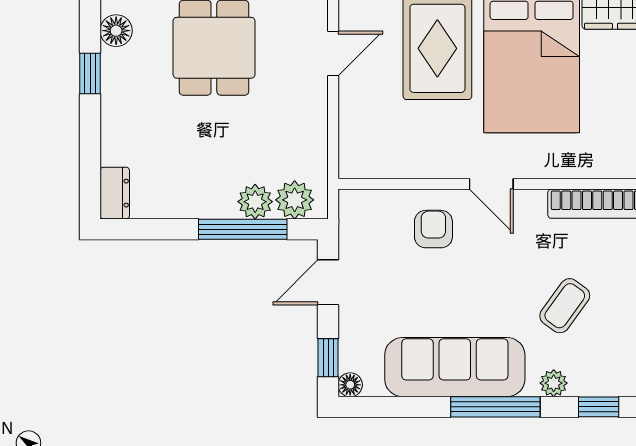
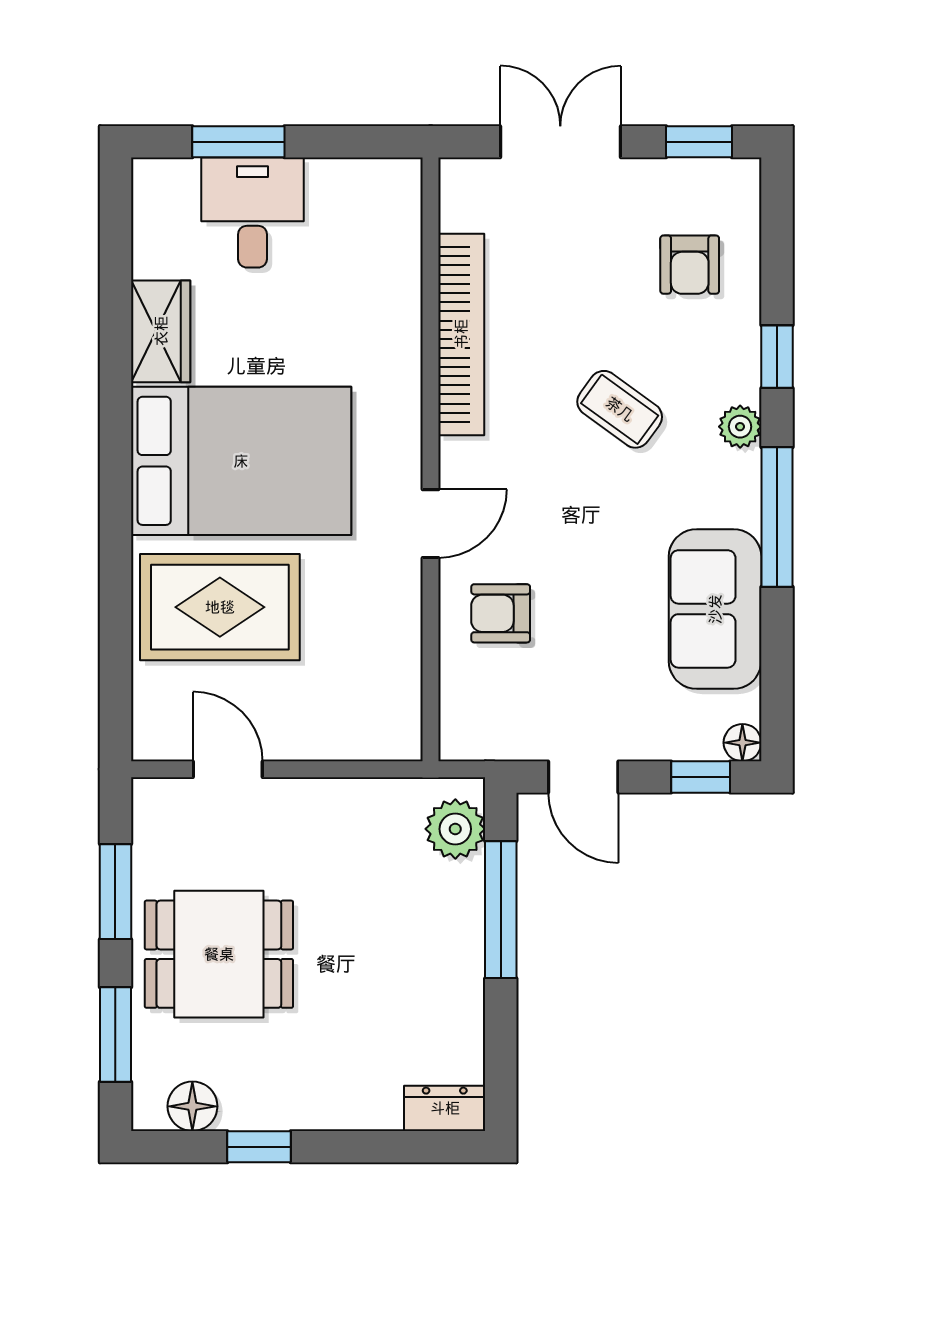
plant: (255, 202) -> (458, 890), removed
sofa: (455, 367) -> (715, 609), width x0.73

